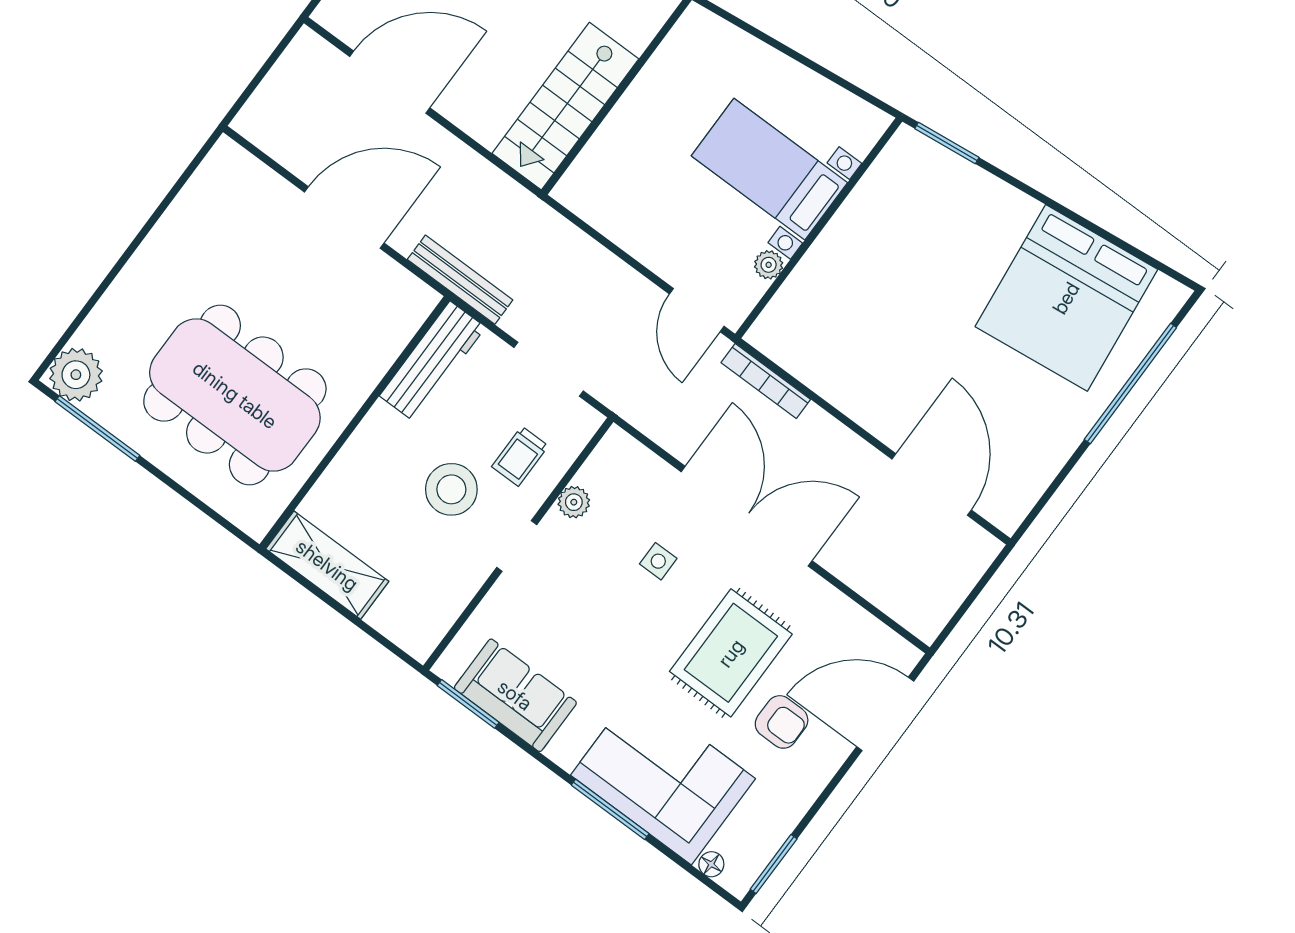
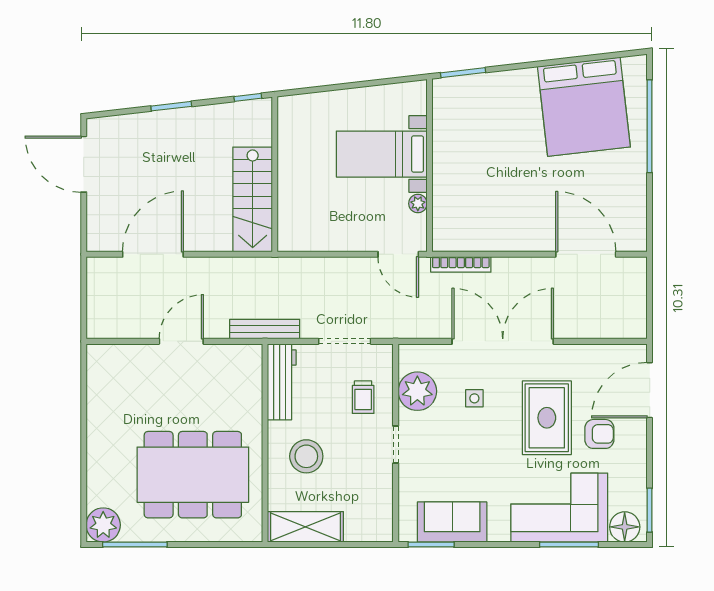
door: (344, 217) -> (181, 341), width x0.73
stool: (451, 489) -> (306, 456), moved
plant: (574, 502) -> (417, 391), width x1.87, depth x1.87
window: (610, 809) -> (569, 545), moved
floor lamp: (711, 864) -> (625, 527), width x1.89, depth x1.89

